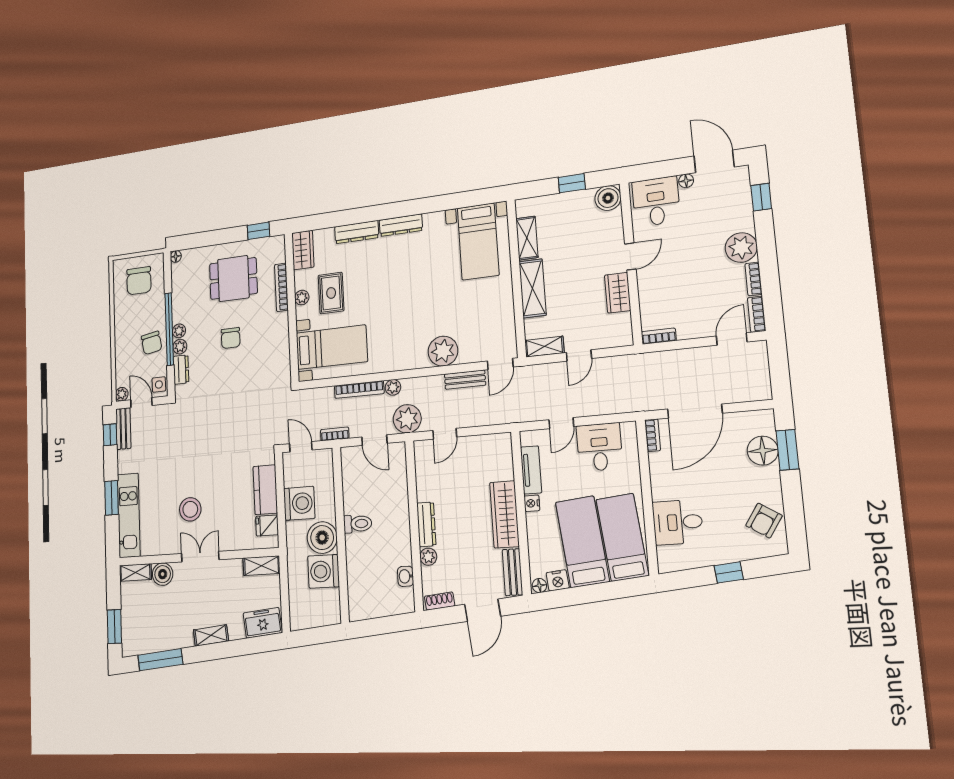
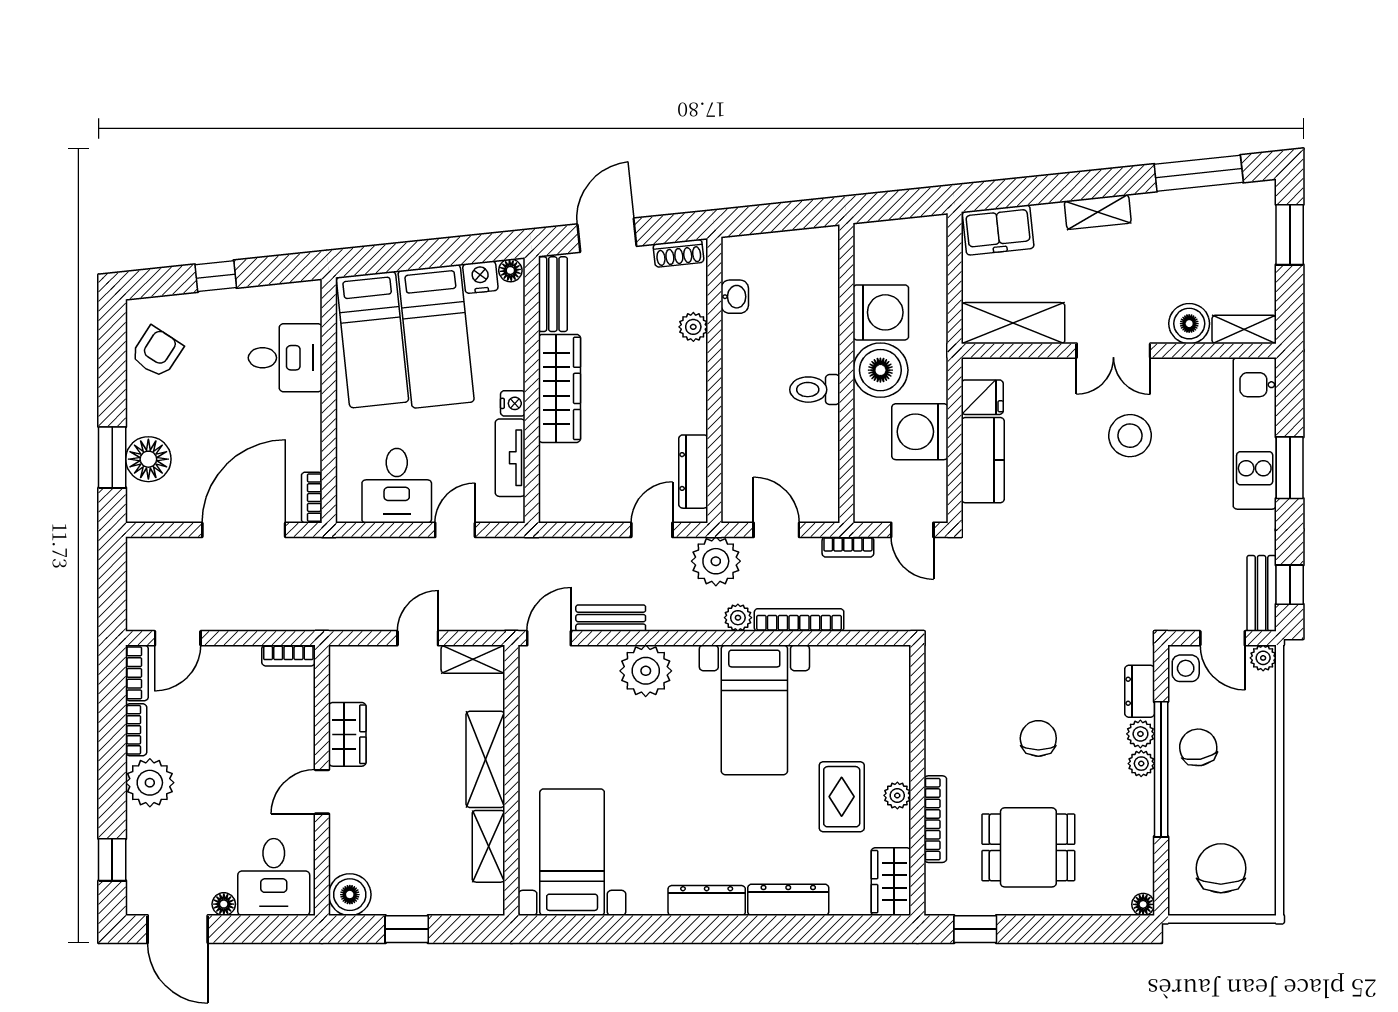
bed with nightstands: (332, 347) -> (754, 710), moved, turned -90
dresser: (426, 524) -> (693, 472), moved
shelving: (261, 566) -> (1013, 323), width x1.50, depth x1.33

